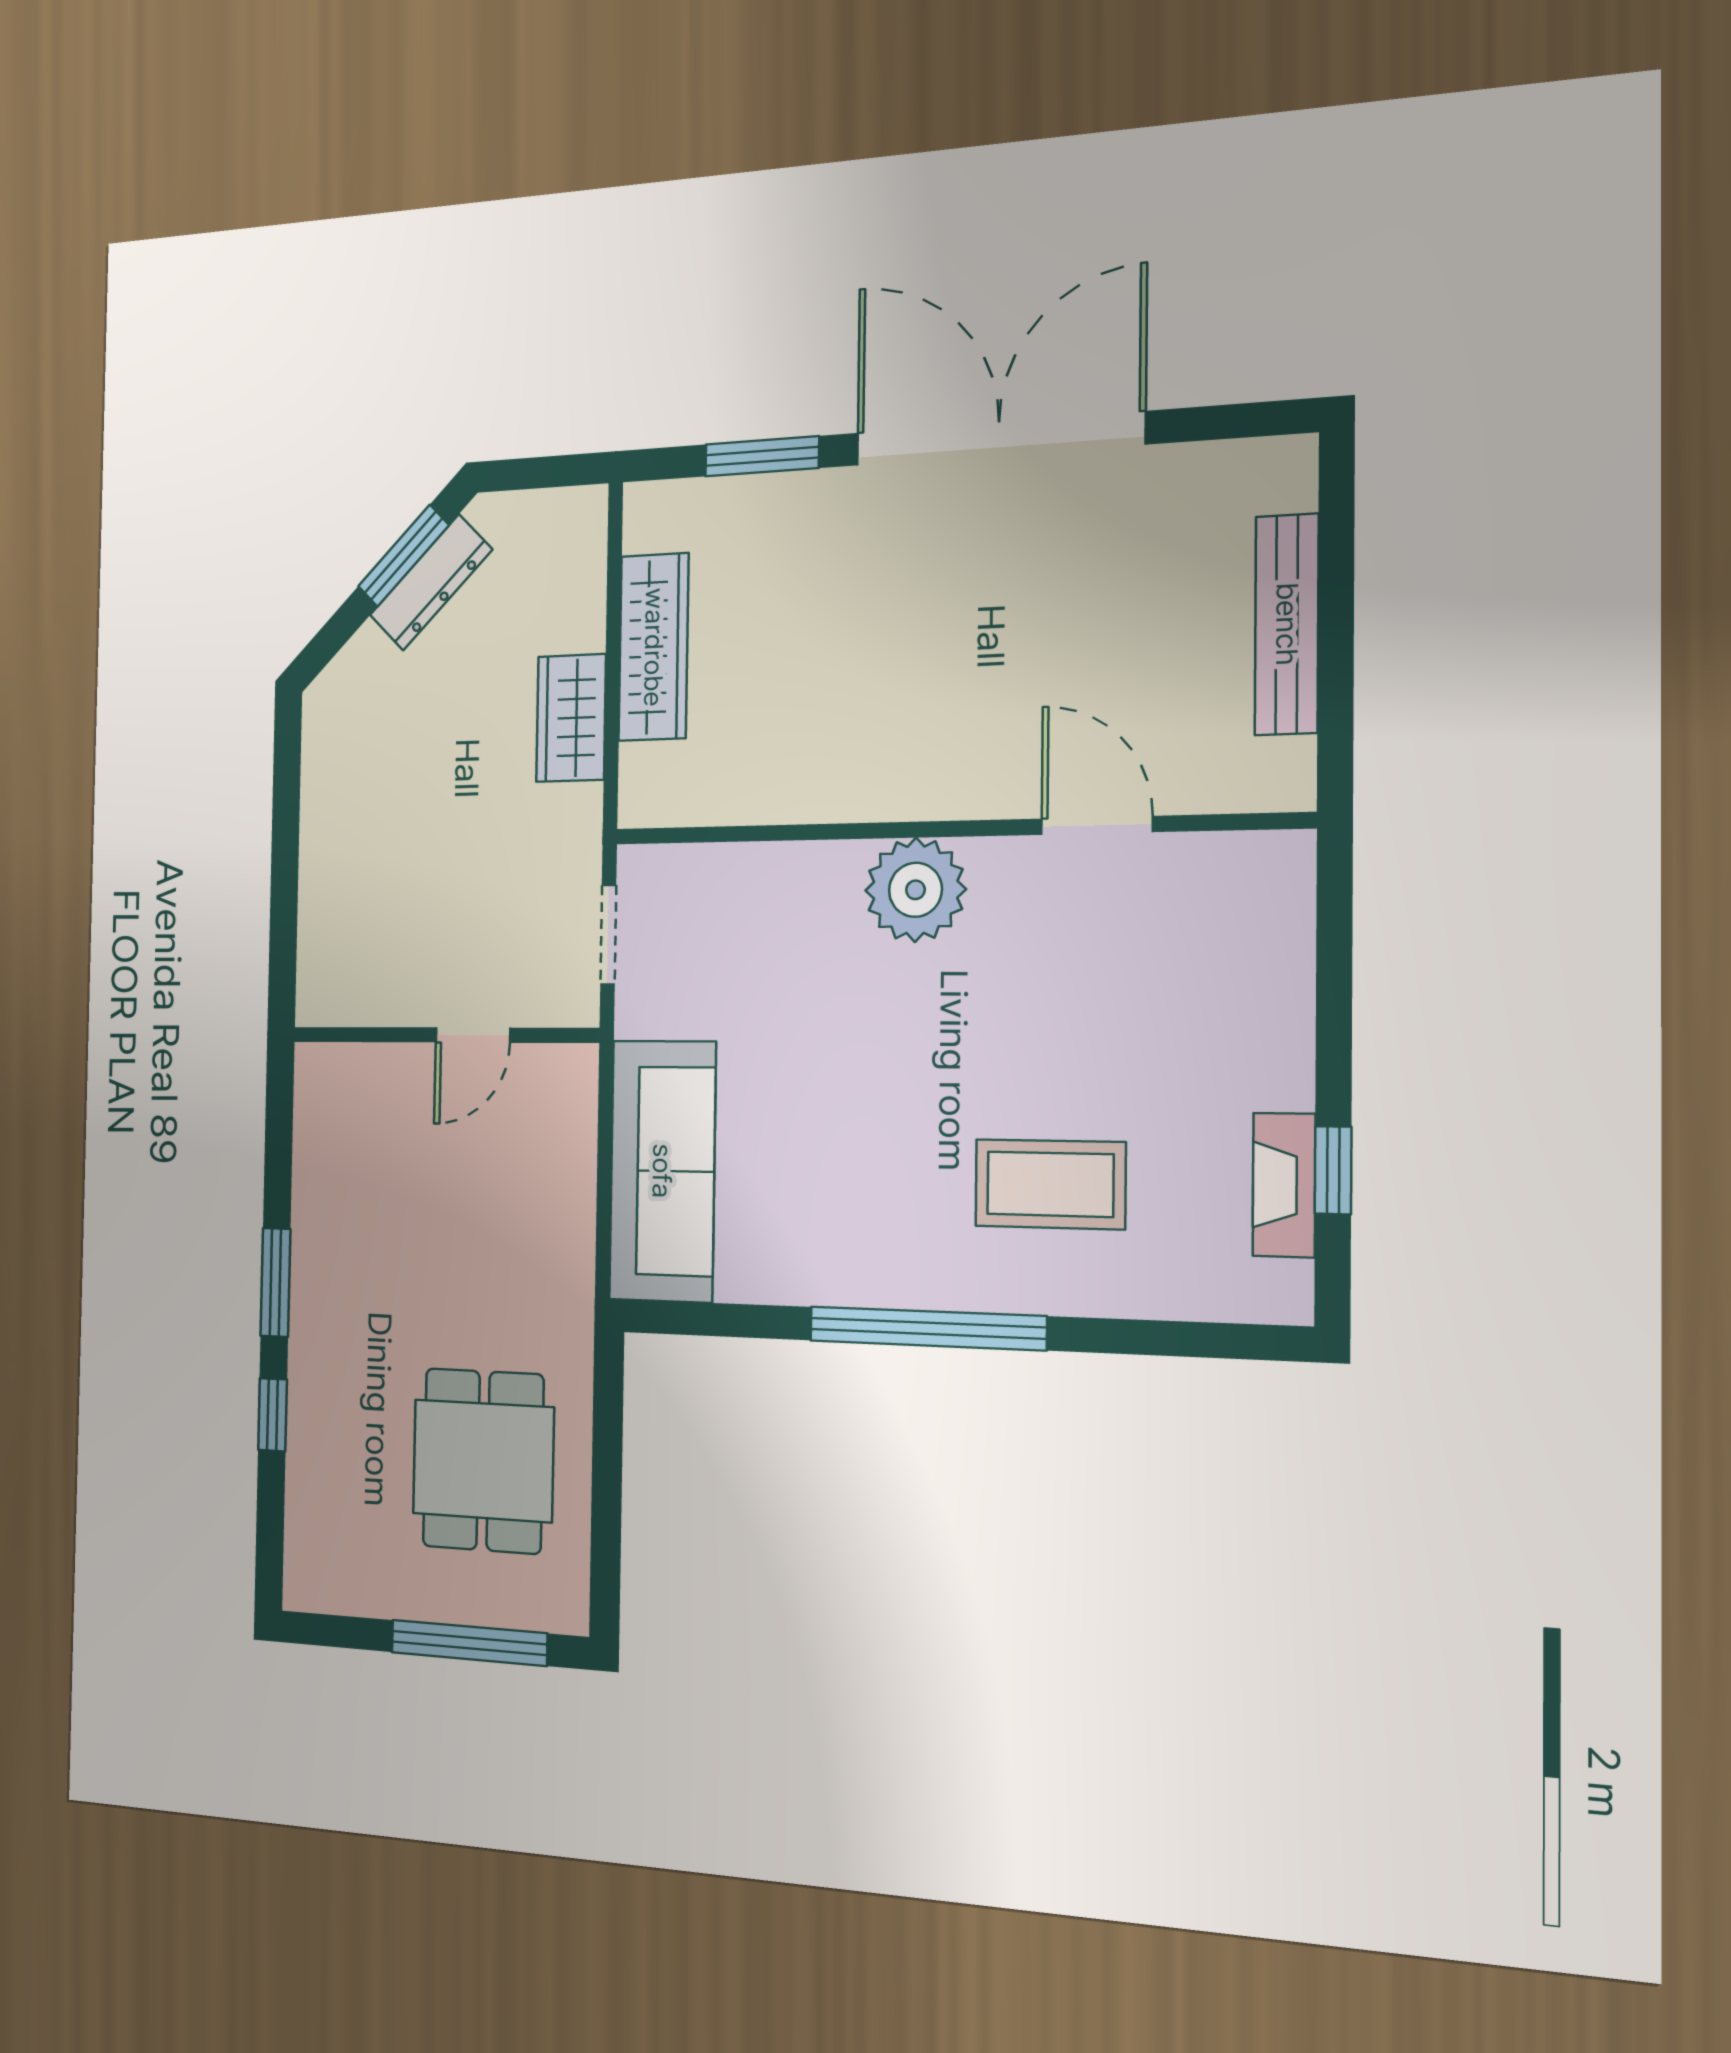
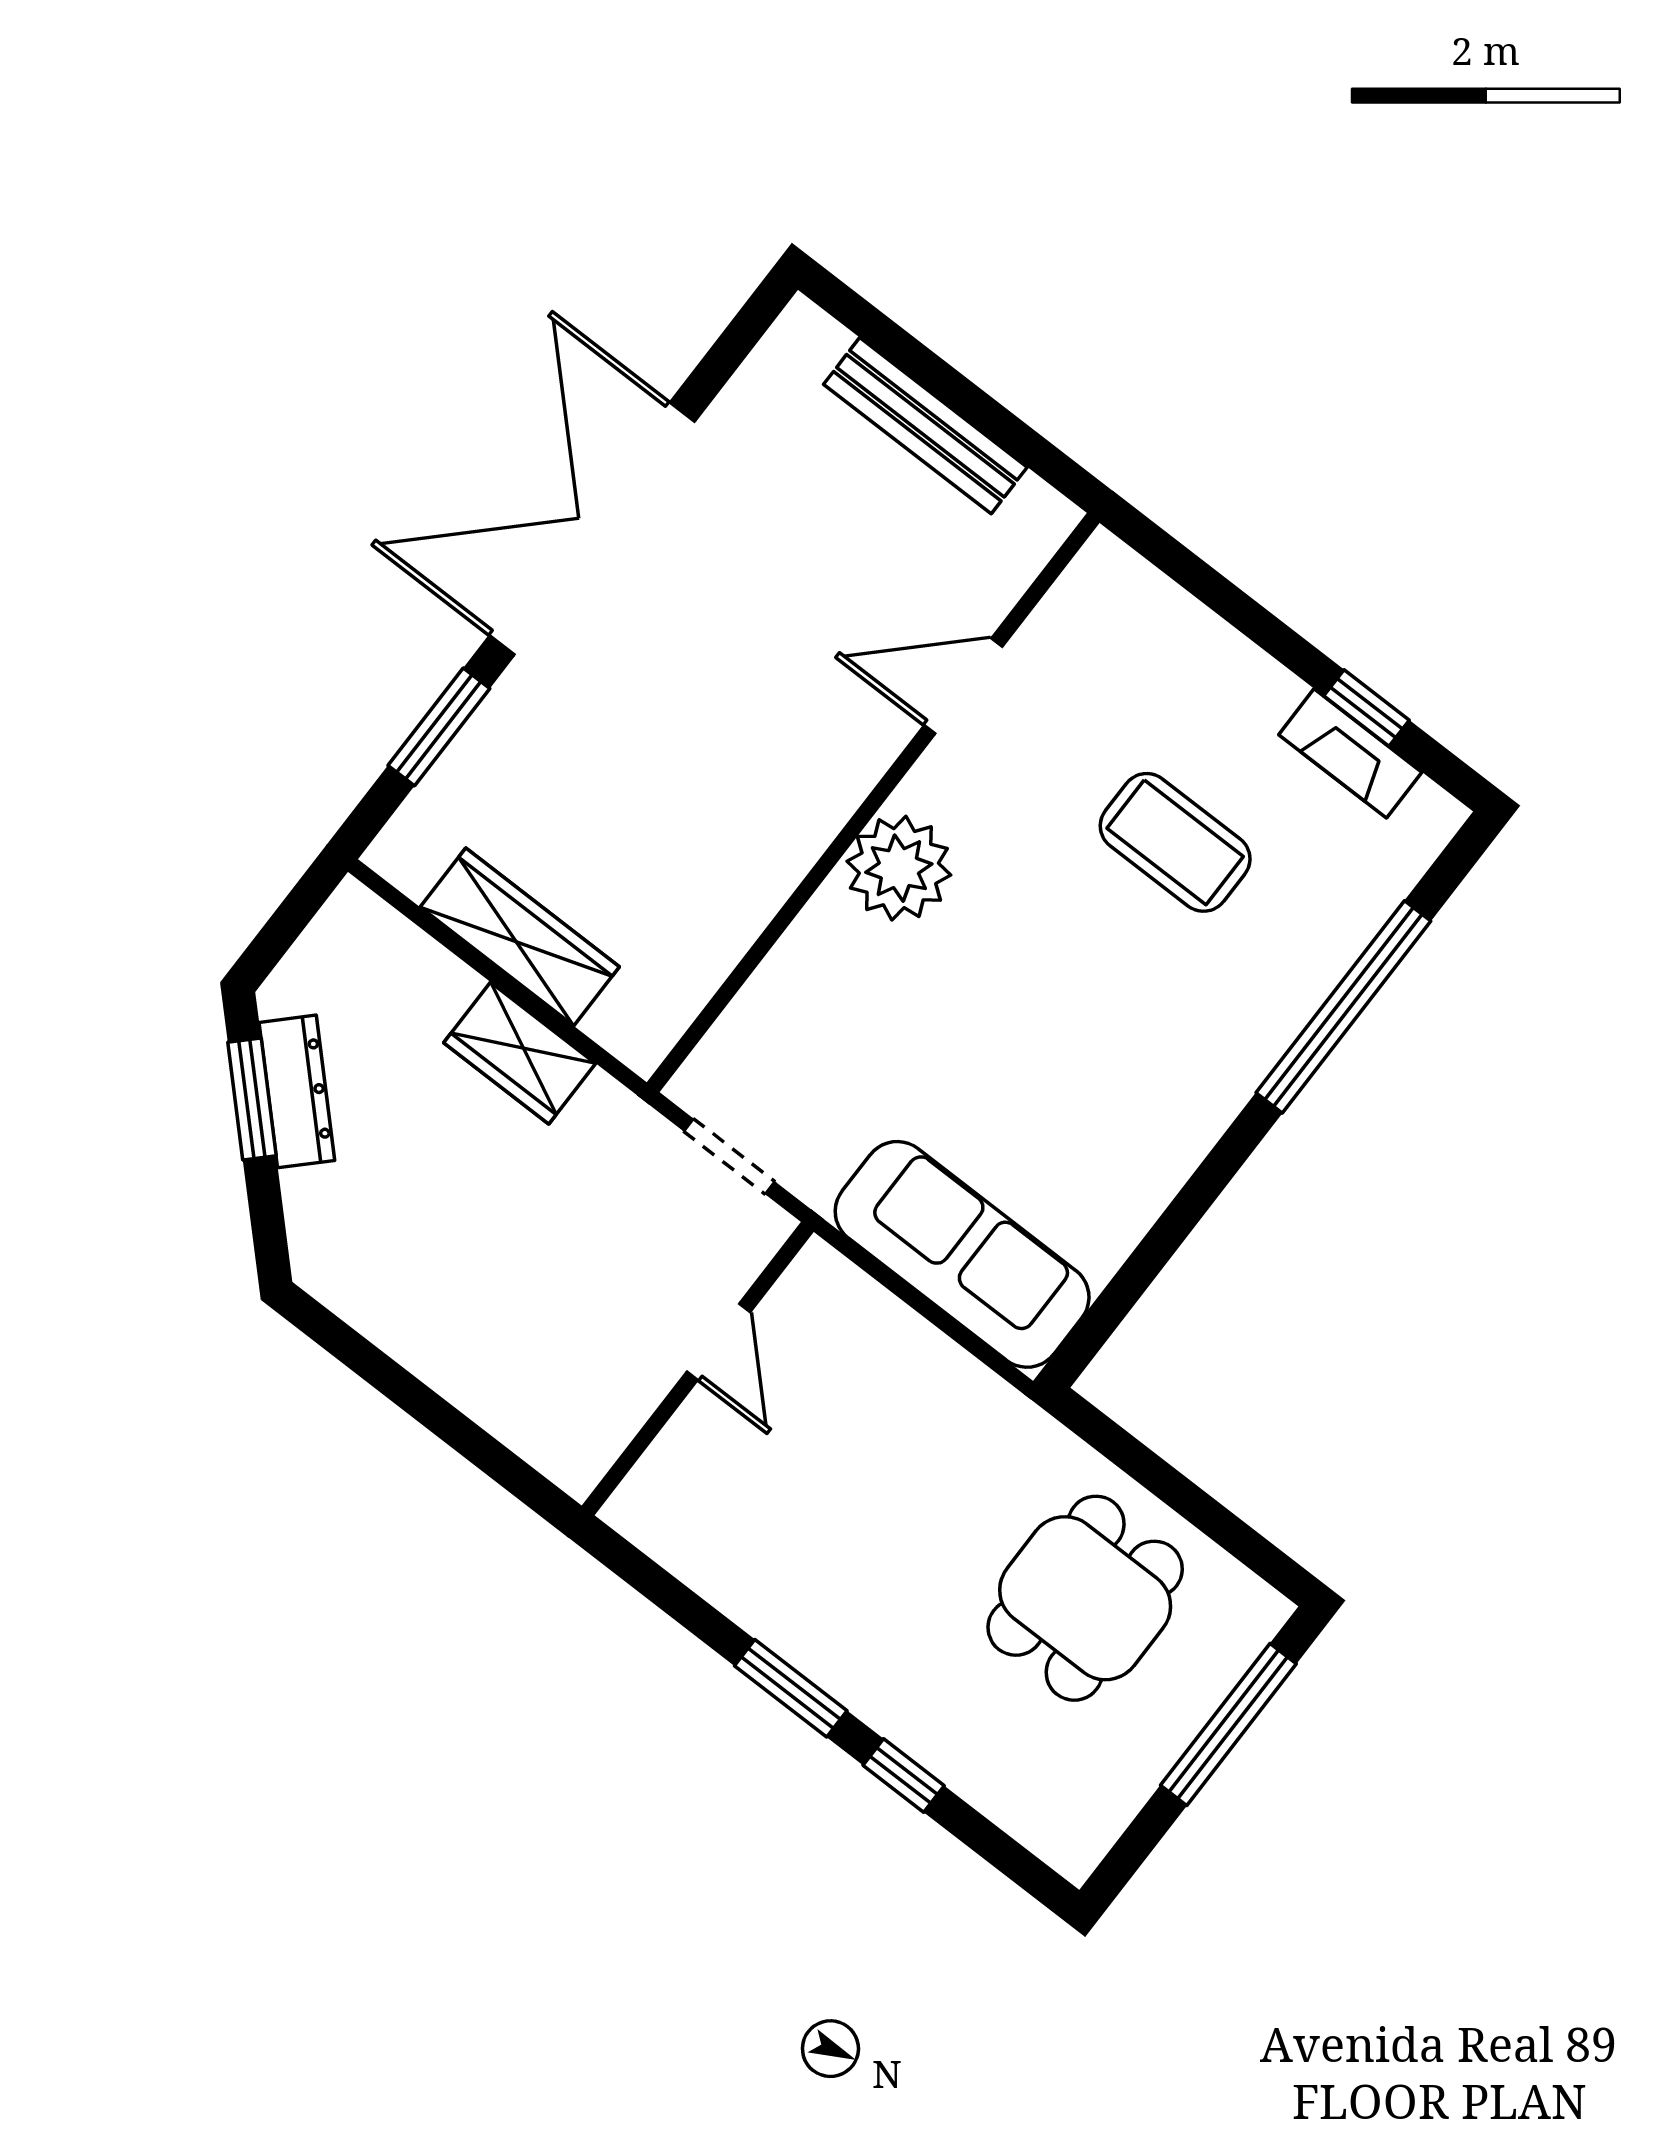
coffee table: (1050, 1184) -> (1175, 842), moved, turned 90
window: (927, 1328) -> (1343, 1007), moved
dining table: (483, 1461) -> (1085, 1598), turned 90

